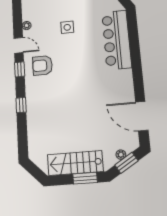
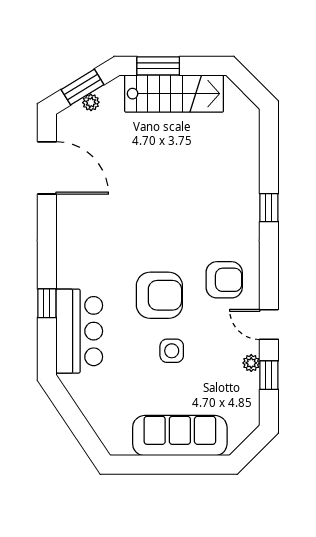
bar counter: (117, 40) -> (79, 331), width x0.73
window: (134, 45) -> (47, 303), added
armchair: (75, 54) -> (159, 295), added
window: (20, 69) -> (269, 375), moved

